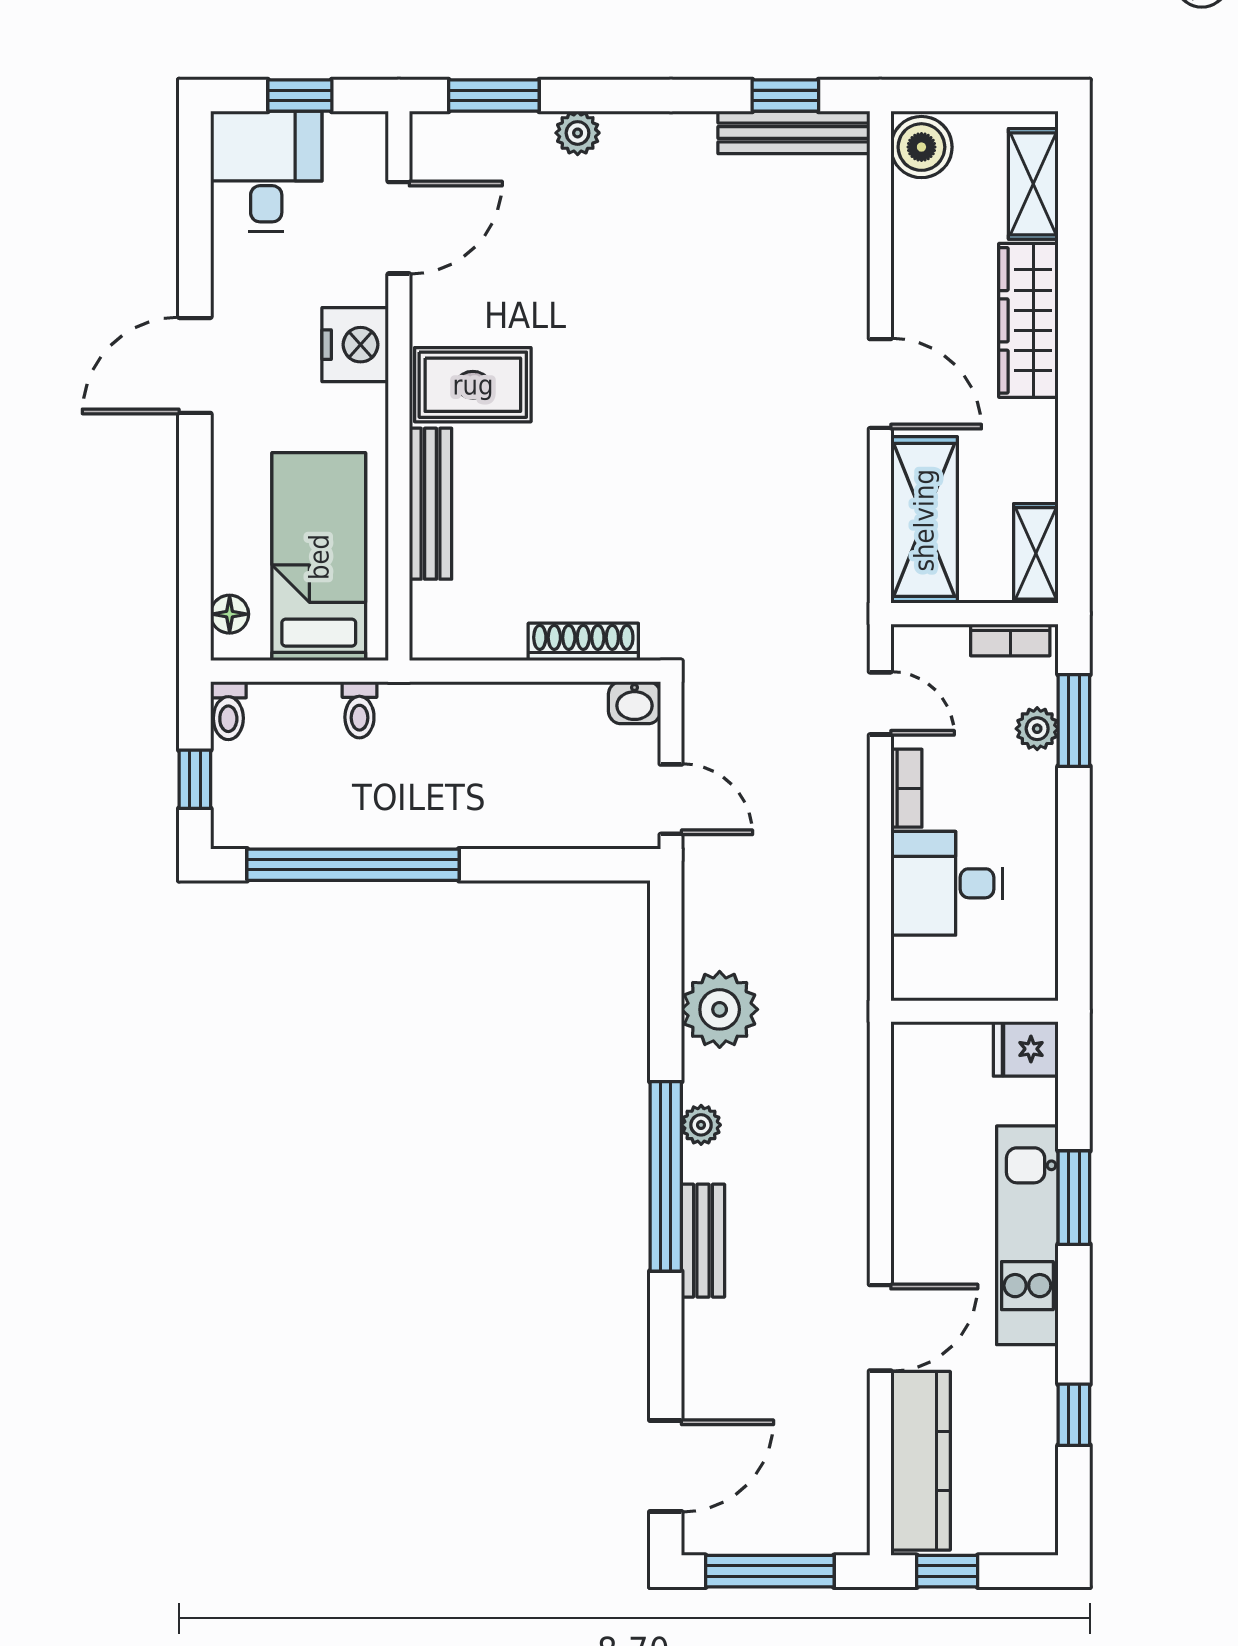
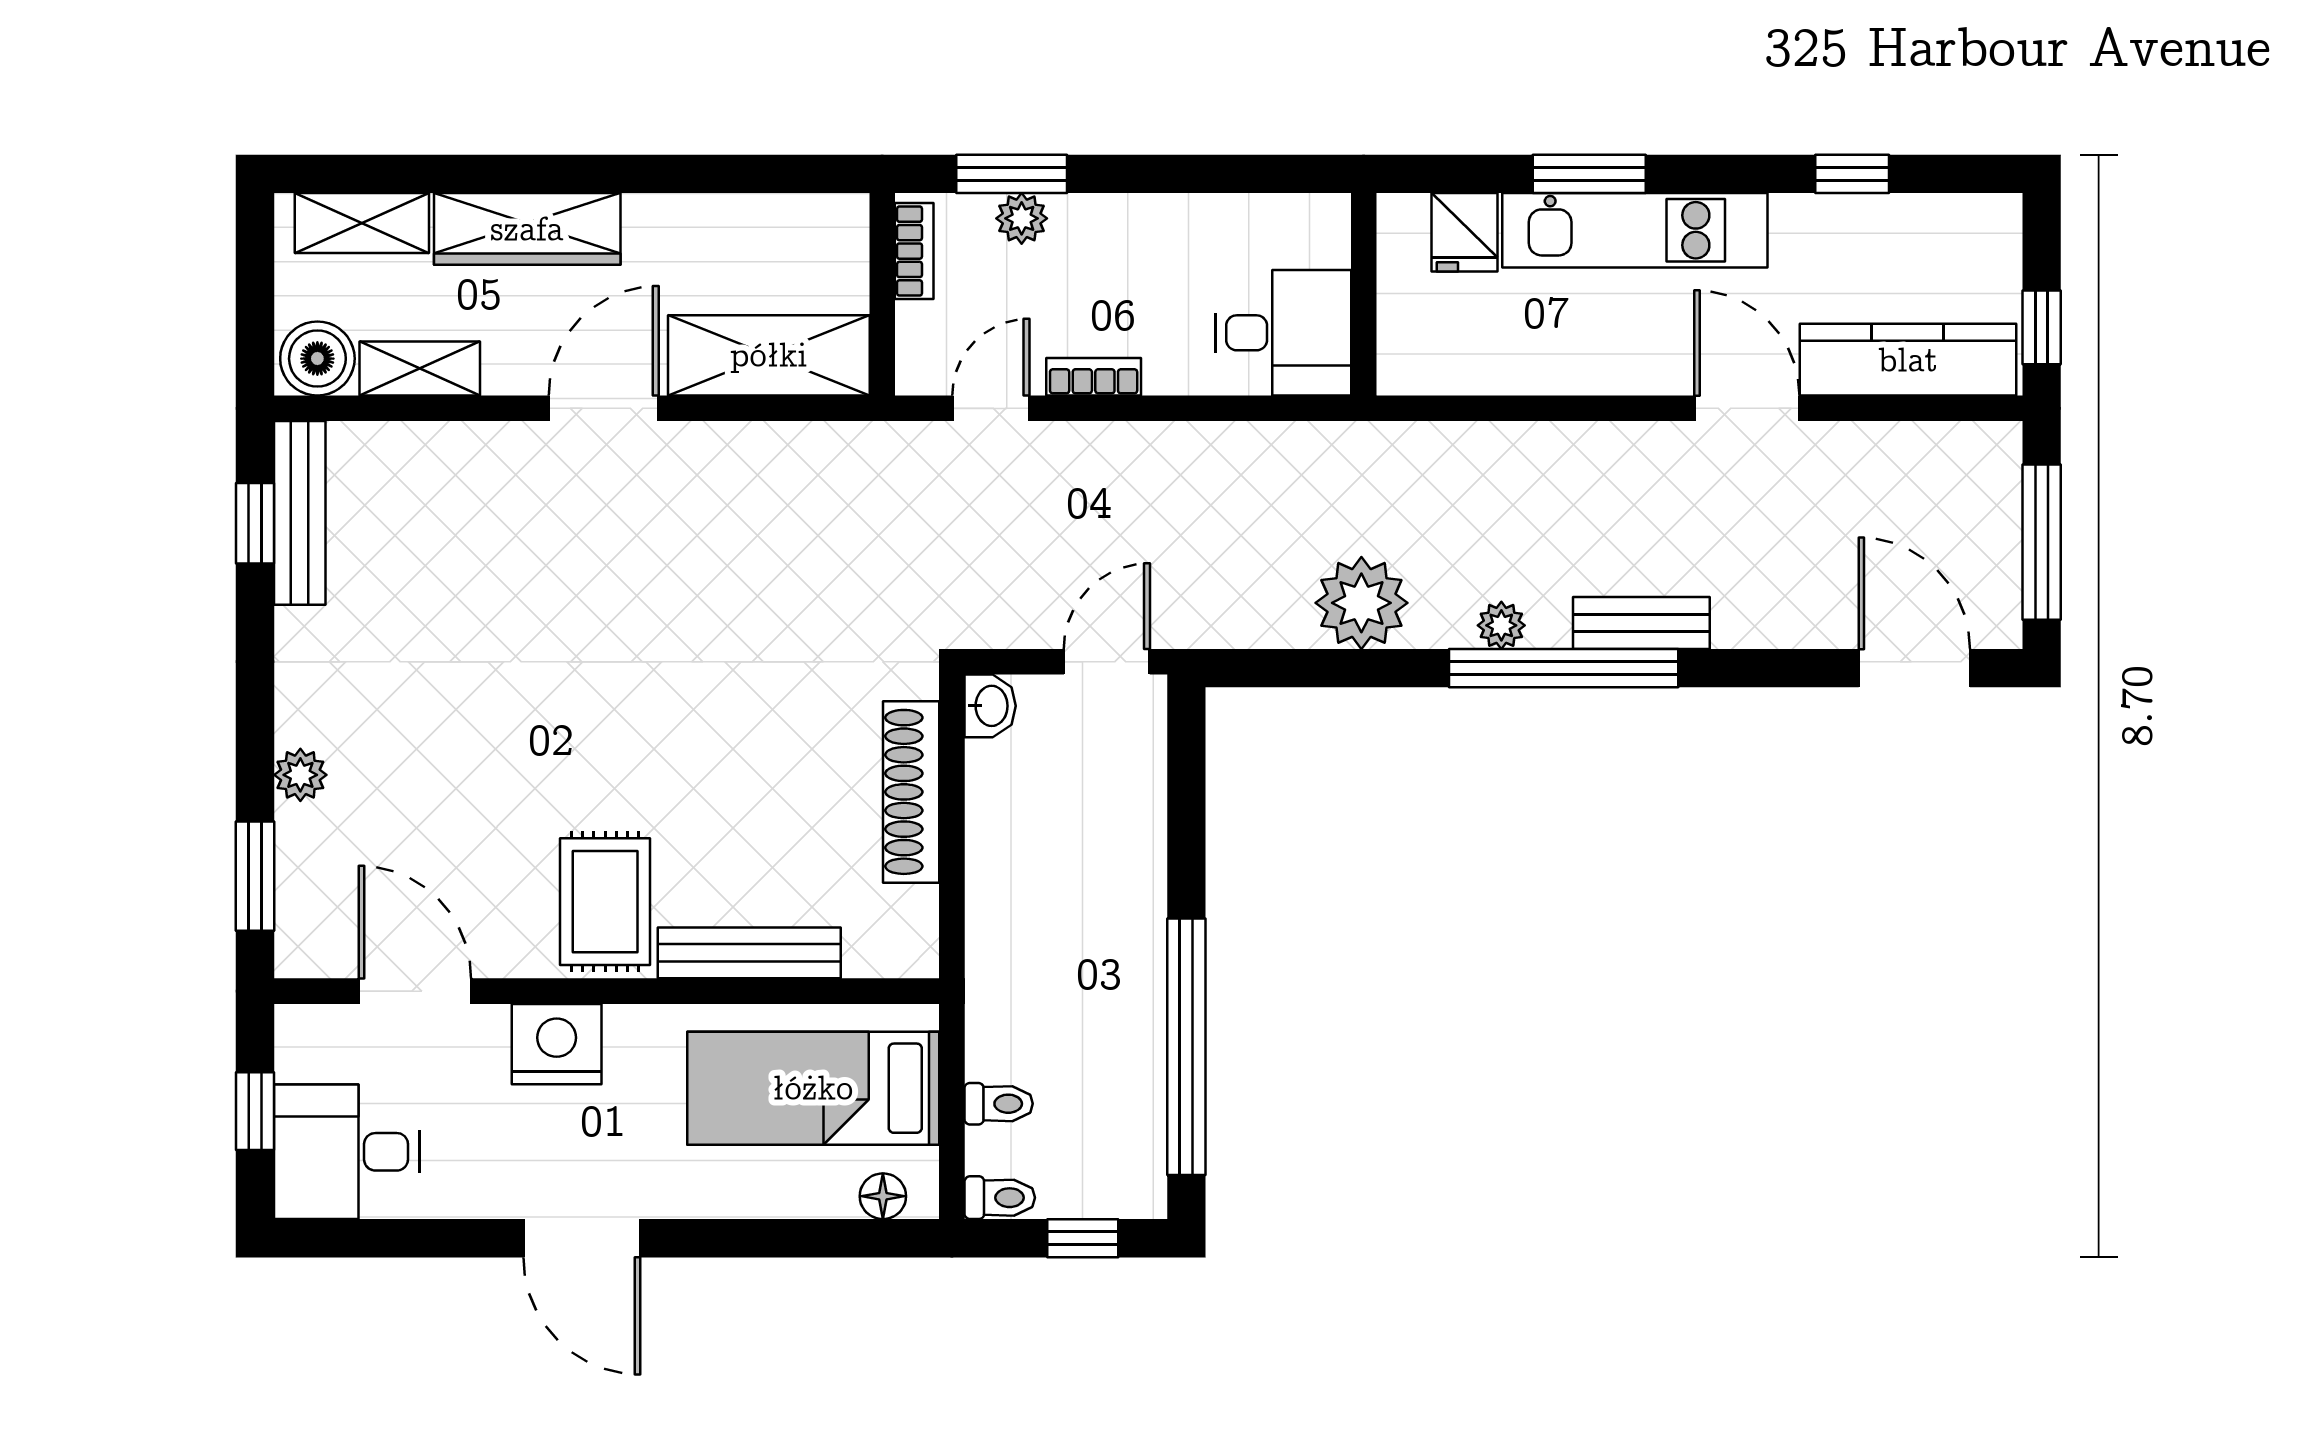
shelving: (1036, 553) -> (420, 369), moved
shoe rack: (583, 642) -> (911, 792), width x1.36, depth x1.24
toilet: (359, 710) -> (999, 1104), moved
desk: (947, 883) -> (1283, 333), moved, turned -90
fridge: (1026, 1049) -> (1464, 232), moved

